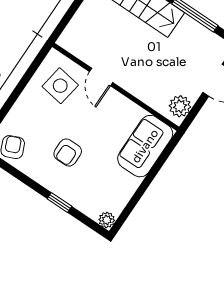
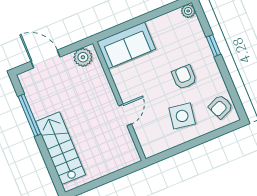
side table: (60, 86) -> (182, 116), moved
armchair: (68, 152) -> (184, 77), turned -90

